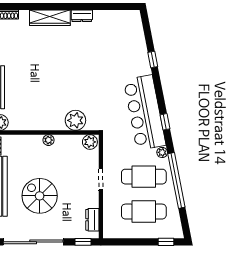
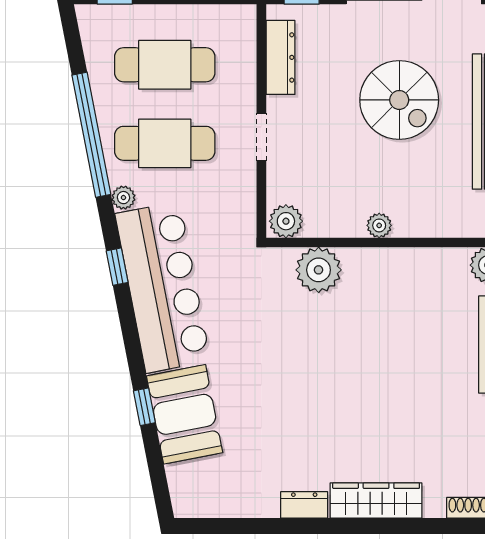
booth: (135, 56) -> (185, 414), added
dresser: (92, 220) -> (280, 57), width x1.44

